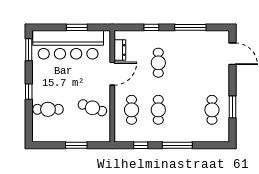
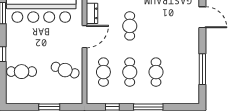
window: (233, 107) -> (202, 69), width x1.44
cafe table: (212, 110) -> (156, 72), moved

